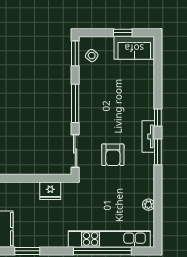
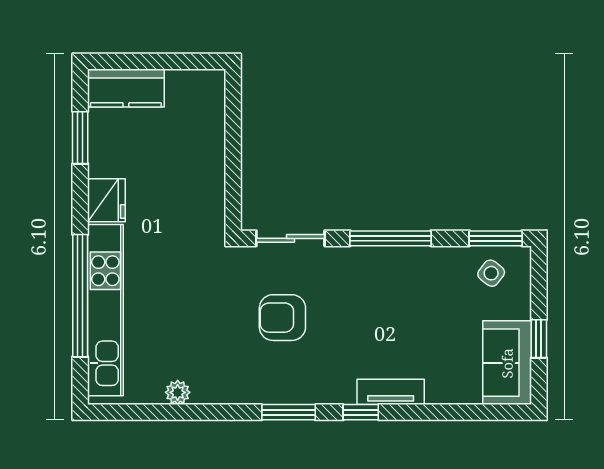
tv unit: (148, 136) -> (391, 392), moved
fridge: (50, 191) -> (106, 200), moved, turned 180

